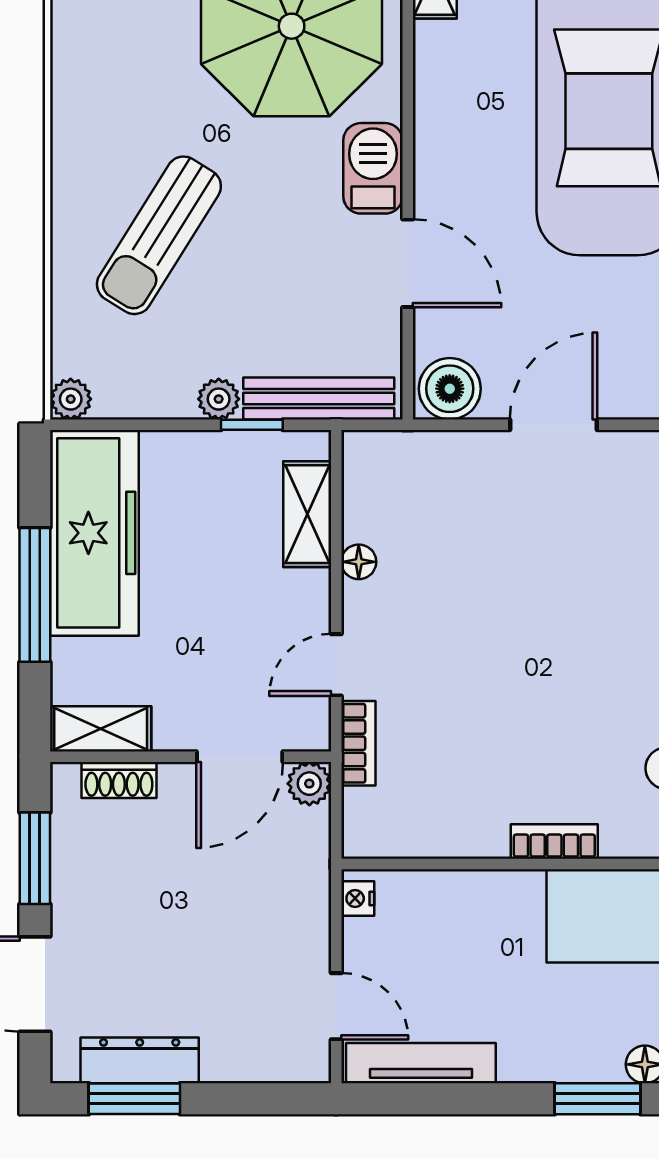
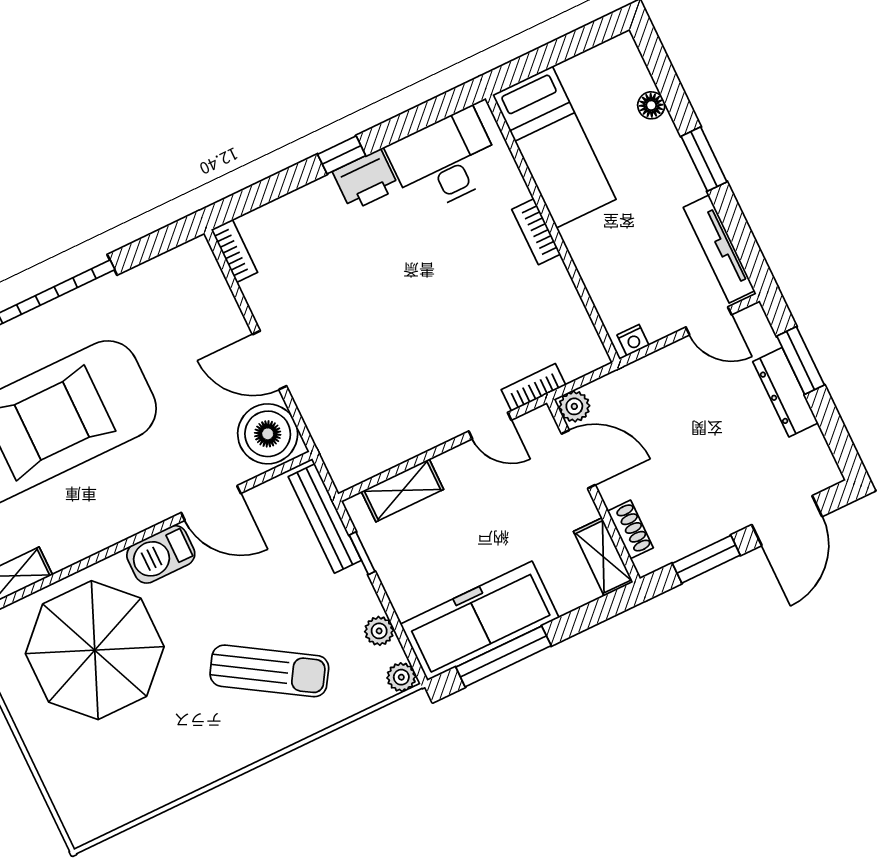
door: (408, 263) -> (211, 503), swing flipped
boiler: (450, 389) -> (268, 434), width x1.37, depth x1.37
plant: (219, 399) -> (379, 631), moved
floor lamp: (359, 562) -> (417, 443), removed
window: (35, 595) -> (503, 656), moved
door: (336, 1006) -> (709, 321), swing flipped
dresser: (140, 1060) -> (786, 392), moved
window: (134, 1099) -> (801, 361), moved
window: (597, 1099) -> (704, 159), moved

